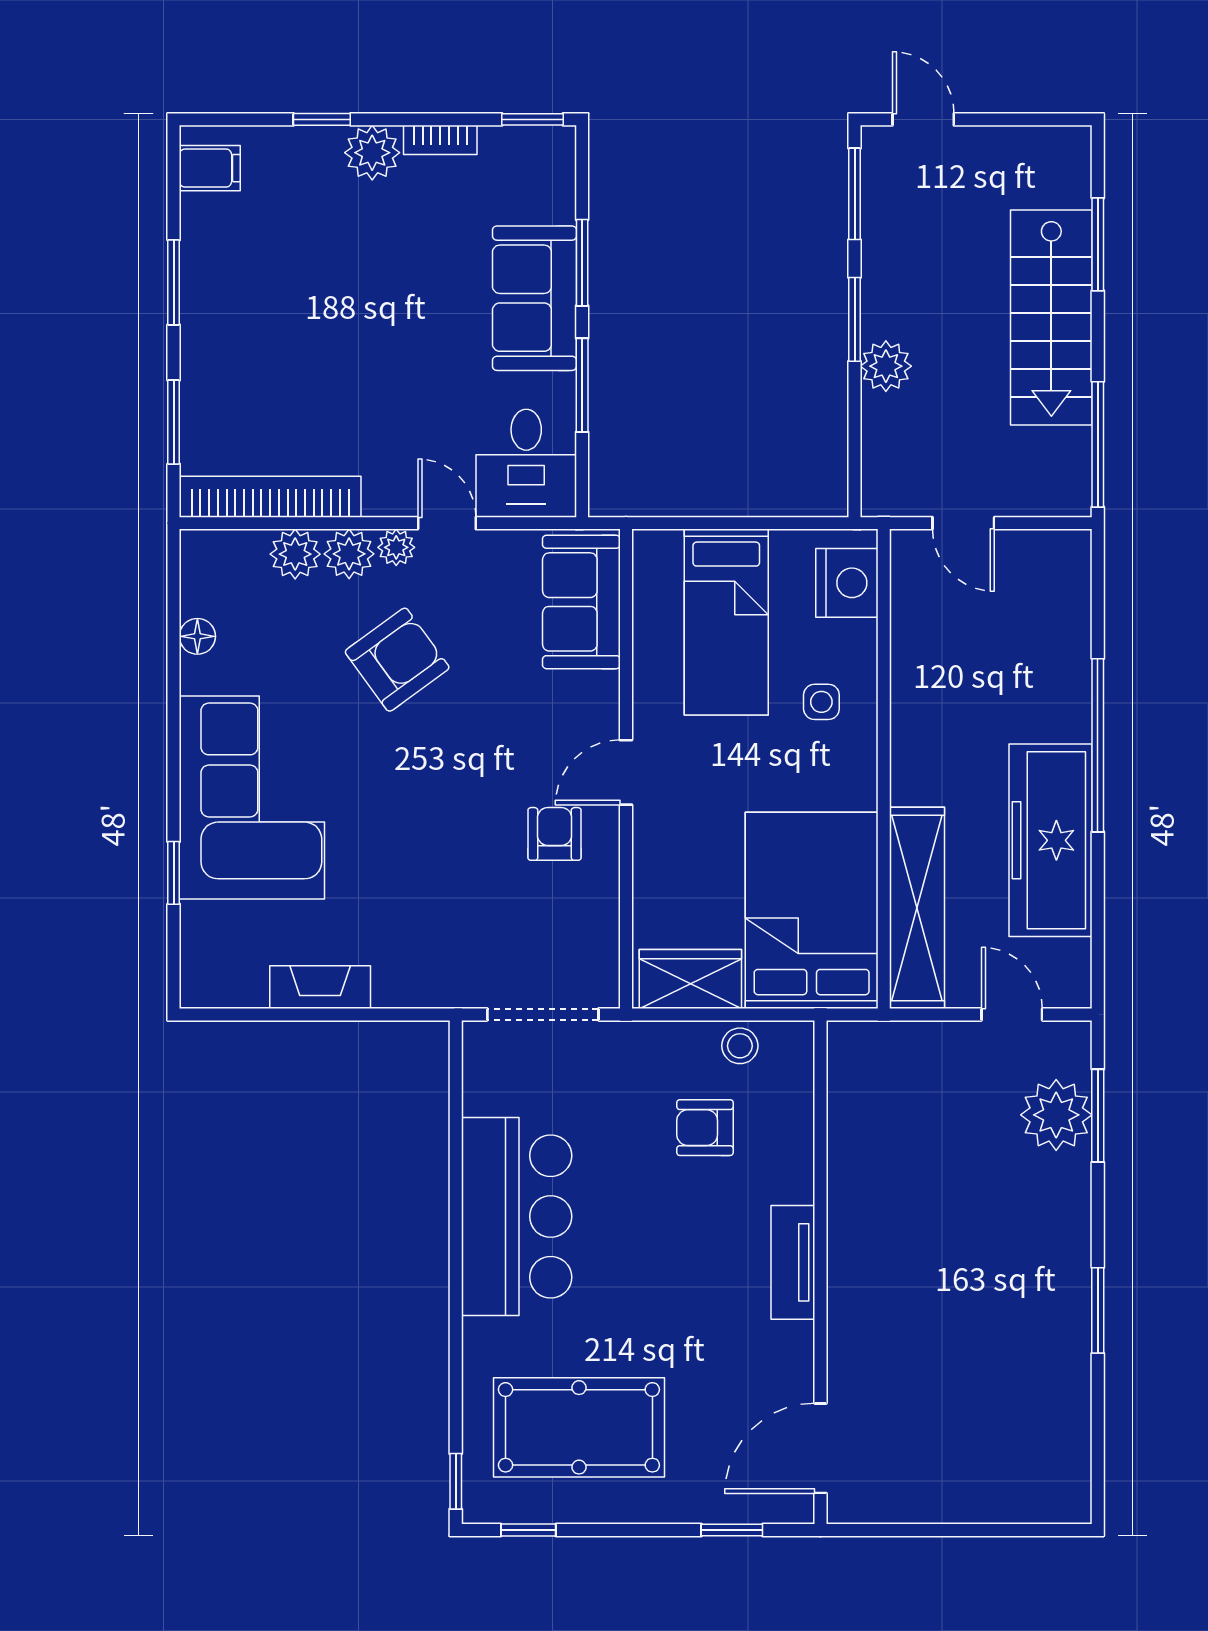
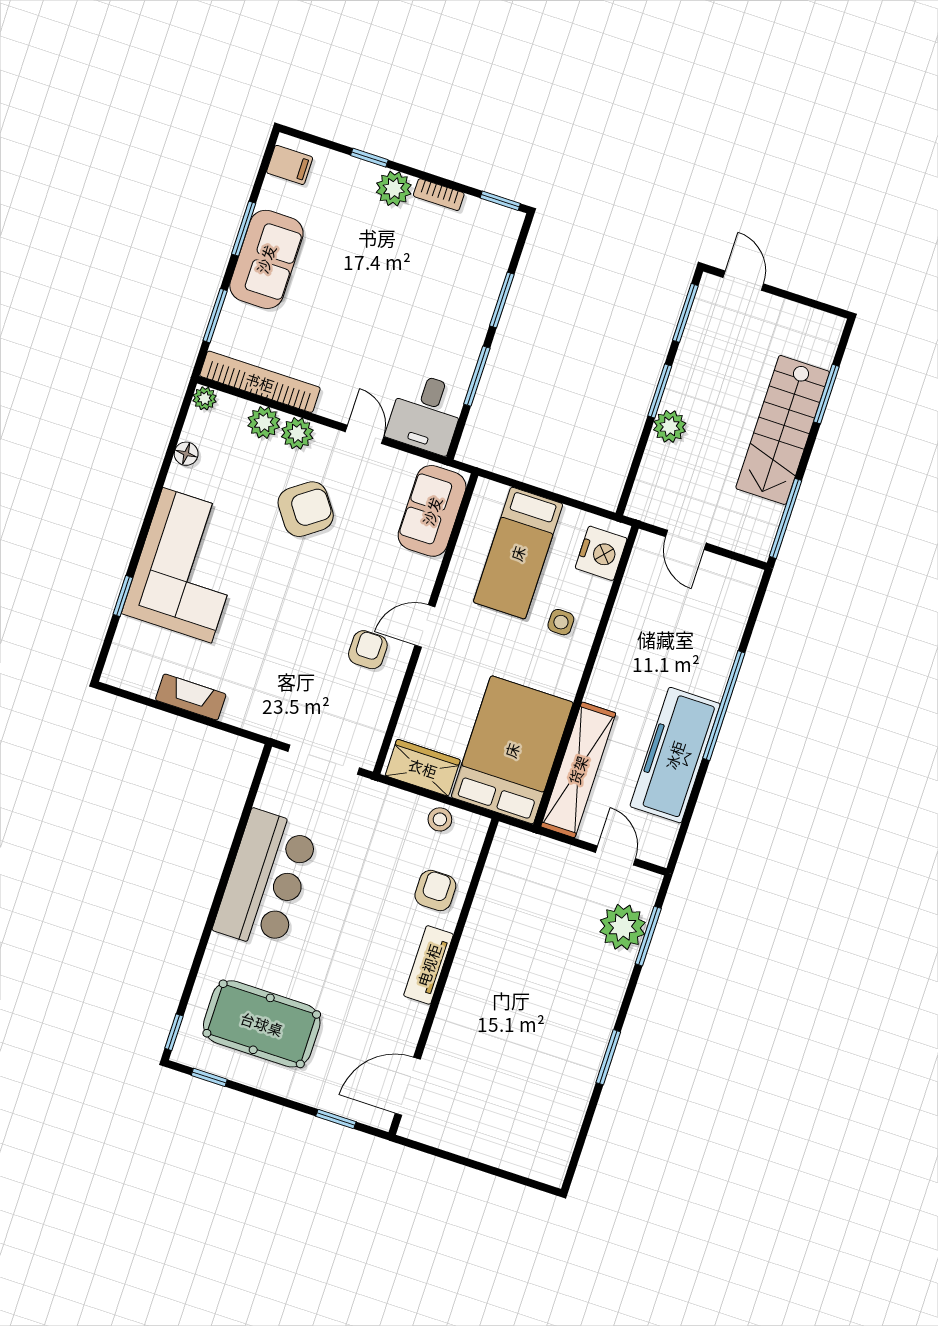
sofa: (534, 298) -> (266, 259), moved, turned 180
plant: (396, 547) -> (205, 398), moved
armchair: (705, 1128) -> (435, 891), moved, turned 90

